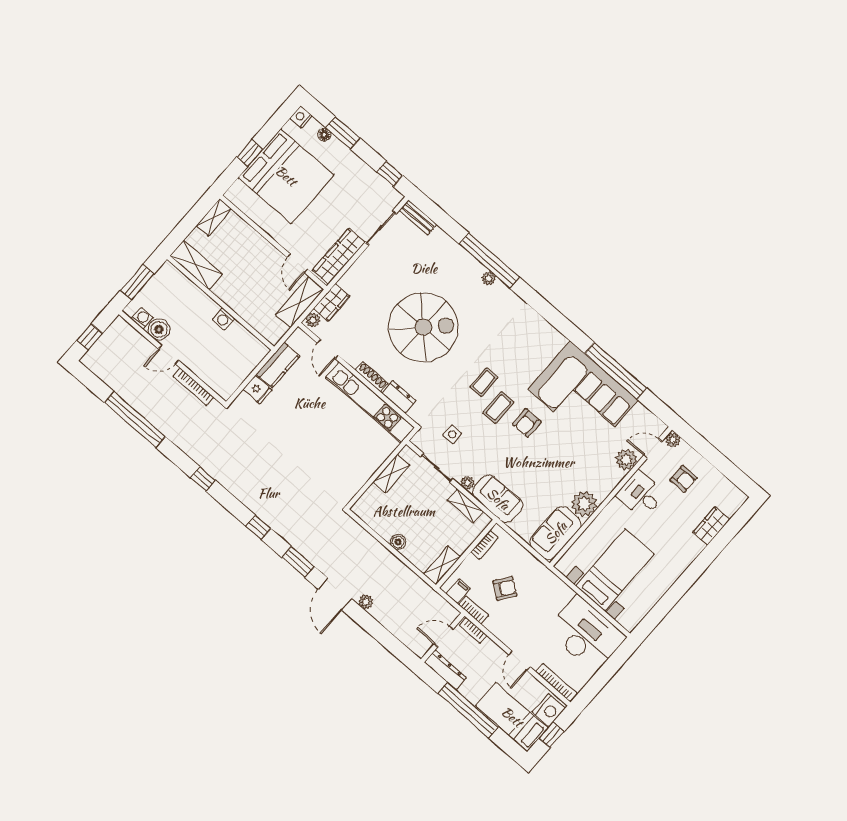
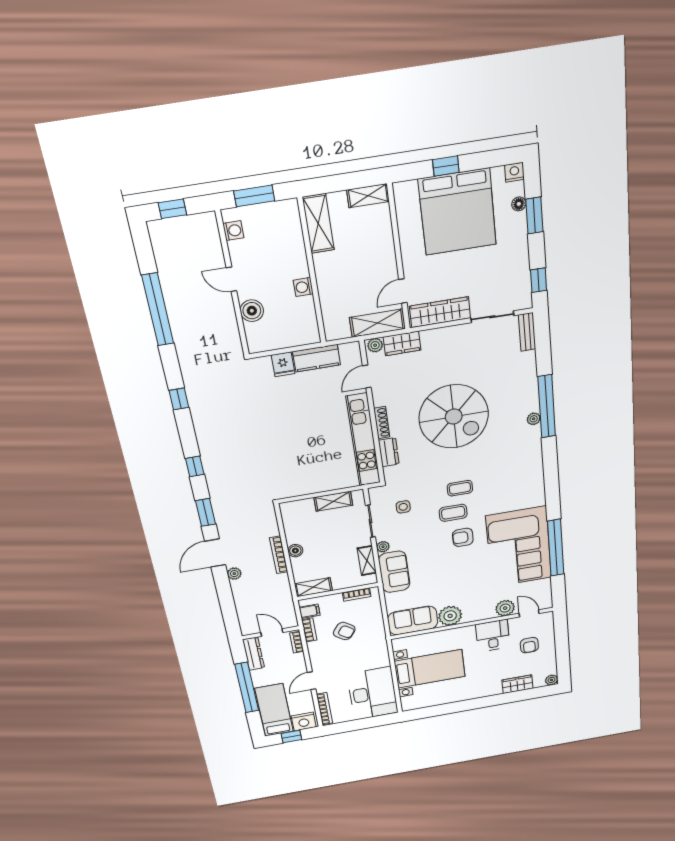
boiler: (159, 329) -> (252, 311), moved
bookcase: (193, 387) -> (279, 555), moved
plant: (673, 440) -> (552, 680), moved

